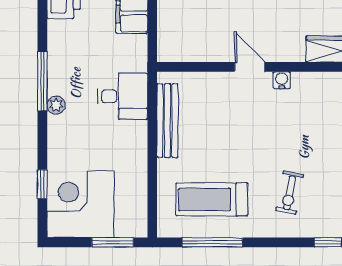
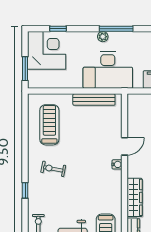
desk: (123, 96) -> (108, 70), width x1.87, depth x1.30
window: (212, 242) -> (25, 125), removed

